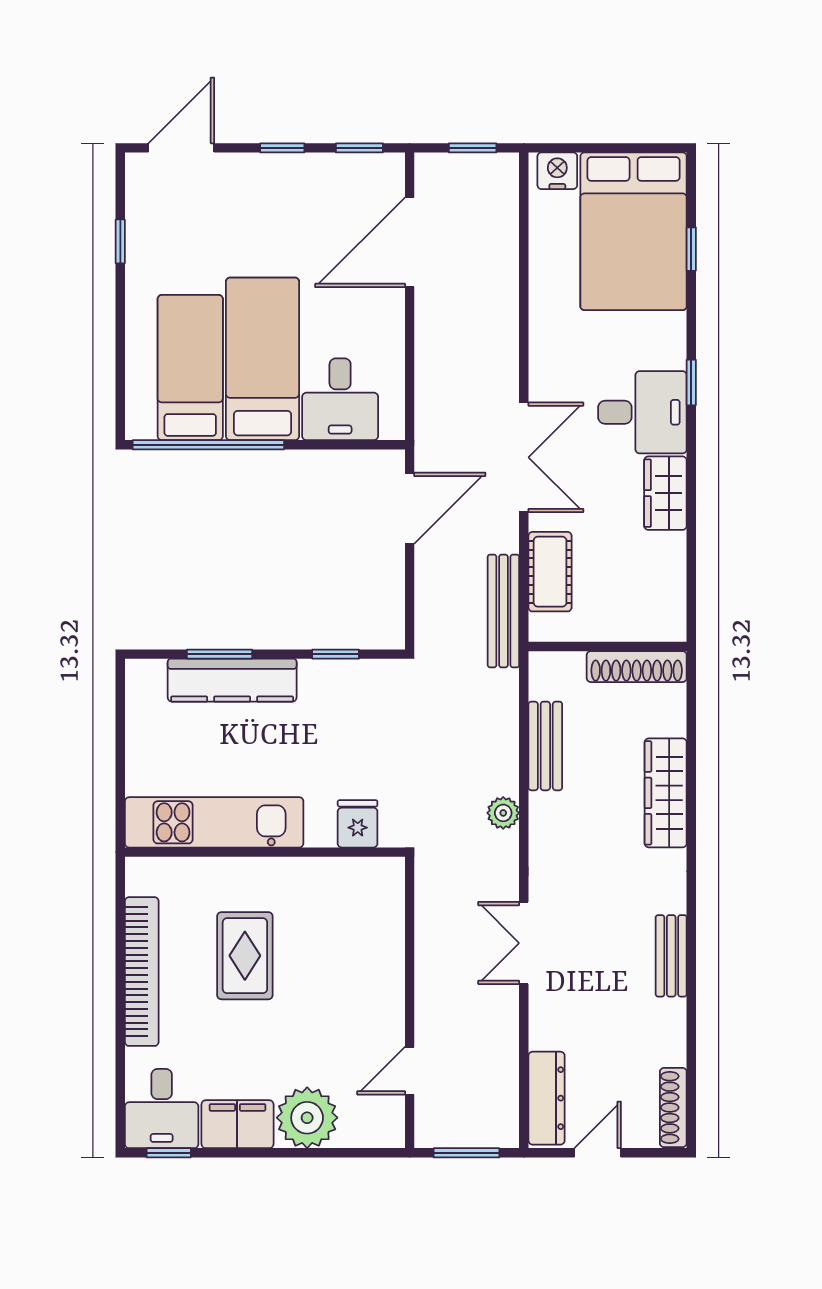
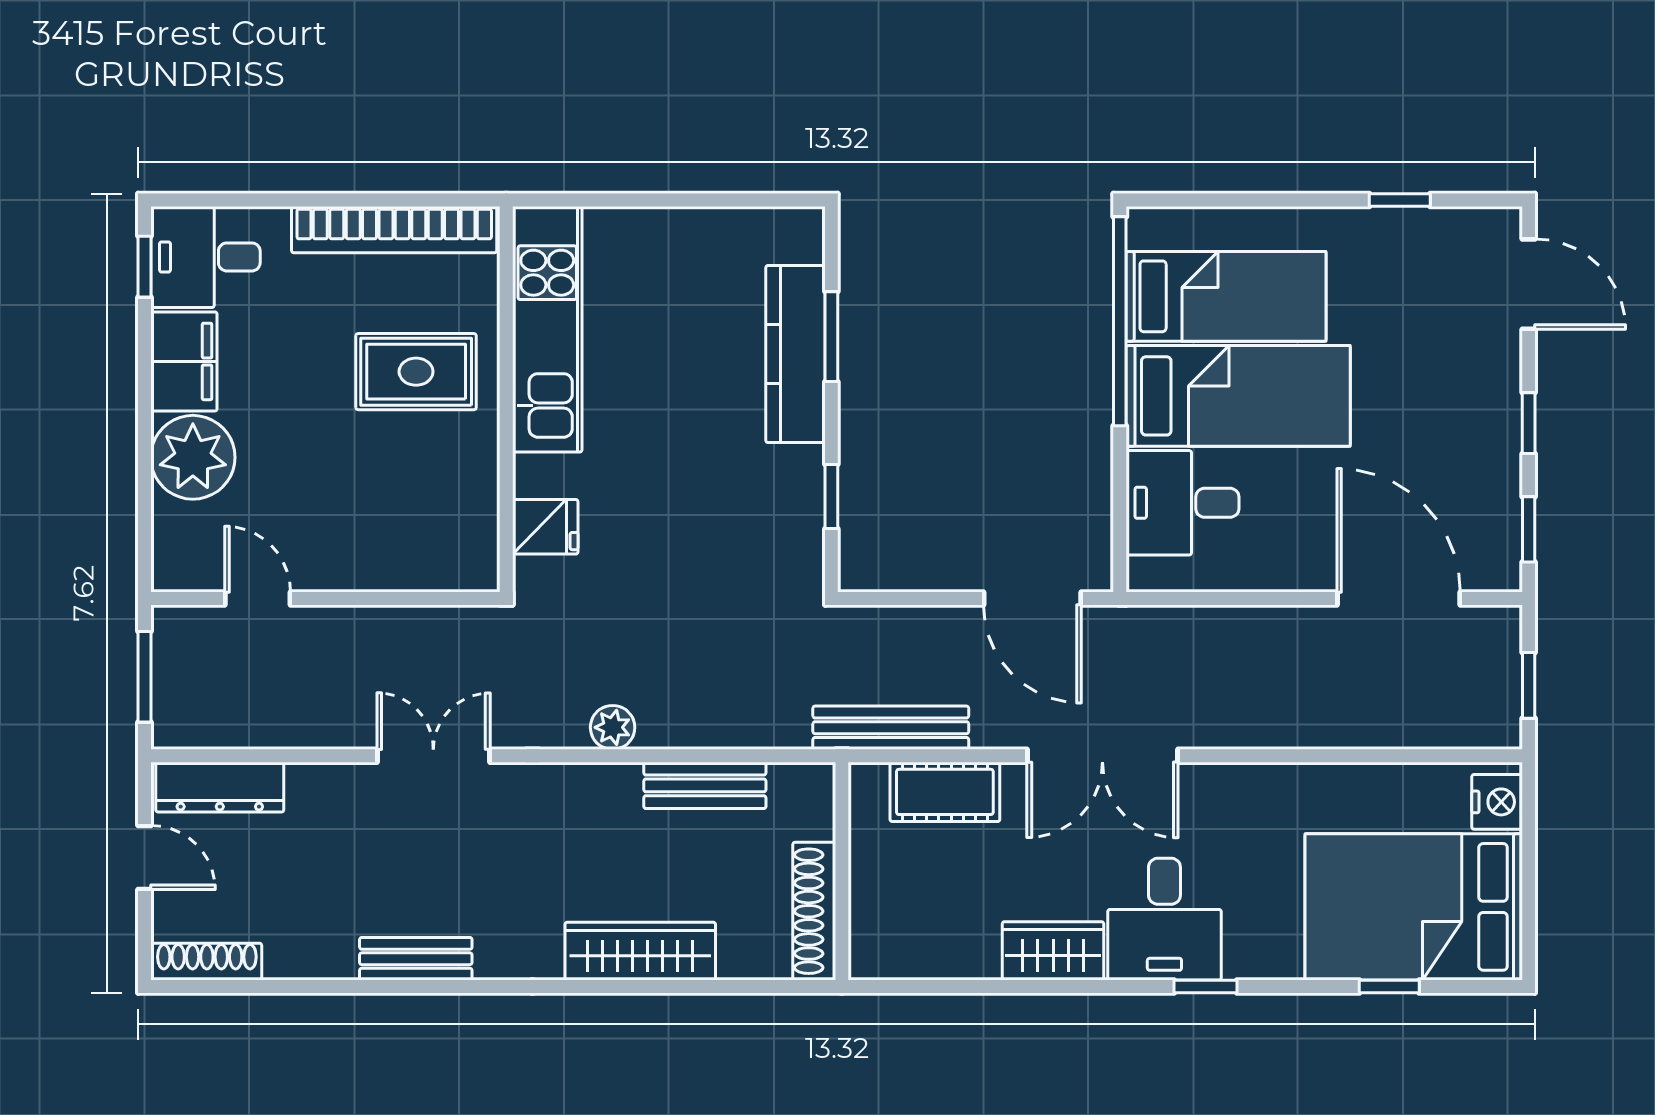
kitchen unit: (214, 822) -> (547, 329), moved
fridge: (358, 824) -> (545, 527), moved
wall: (265, 852) -> (506, 399), moved

